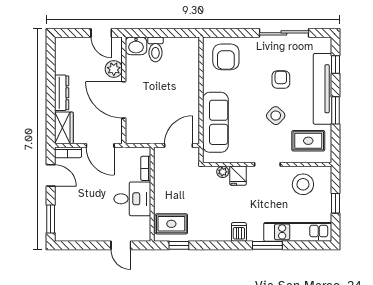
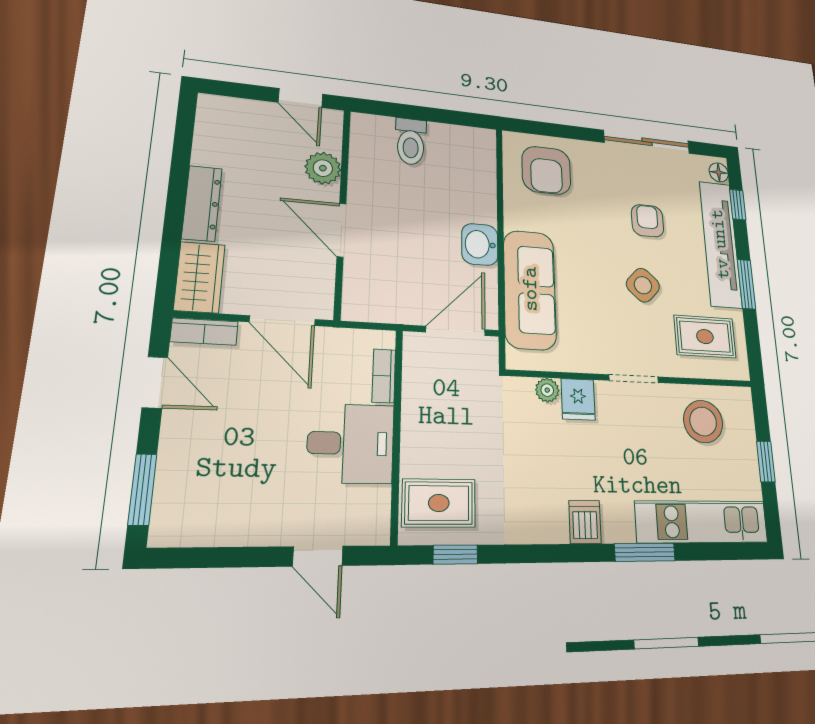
washbasin: (136, 46) -> (480, 244), moved, turned 90
floor lamp: (326, 46) -> (719, 172), added
door: (124, 100) -> (341, 230), width x0.73

